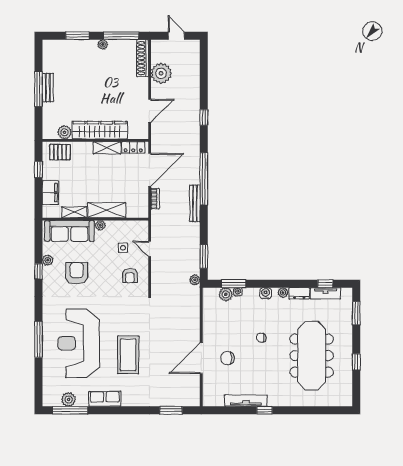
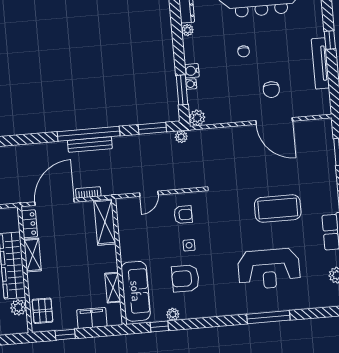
door: (150, 170) -> (54, 202), hinge flipped
window: (204, 179) -> (89, 134), moved
shelving: (107, 210) -> (105, 222), moved
plant: (100, 225) -> (126, 255), removed
side table: (123, 248) -> (189, 245), moved
window: (39, 271) -> (159, 327), moved
water cooler: (266, 293) -> (192, 71), moved
plant: (226, 294) -> (197, 118), moved
reception desk: (79, 343) -> (269, 269), width x0.74, depth x0.77

